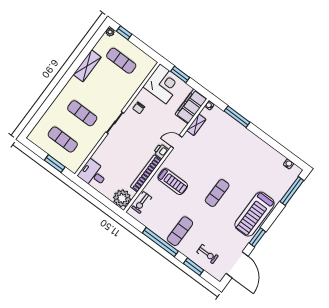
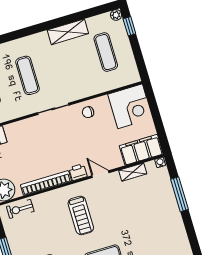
window: (180, 74) -> (154, 110), removed
treadmill: (173, 182) -> (81, 215), moved

